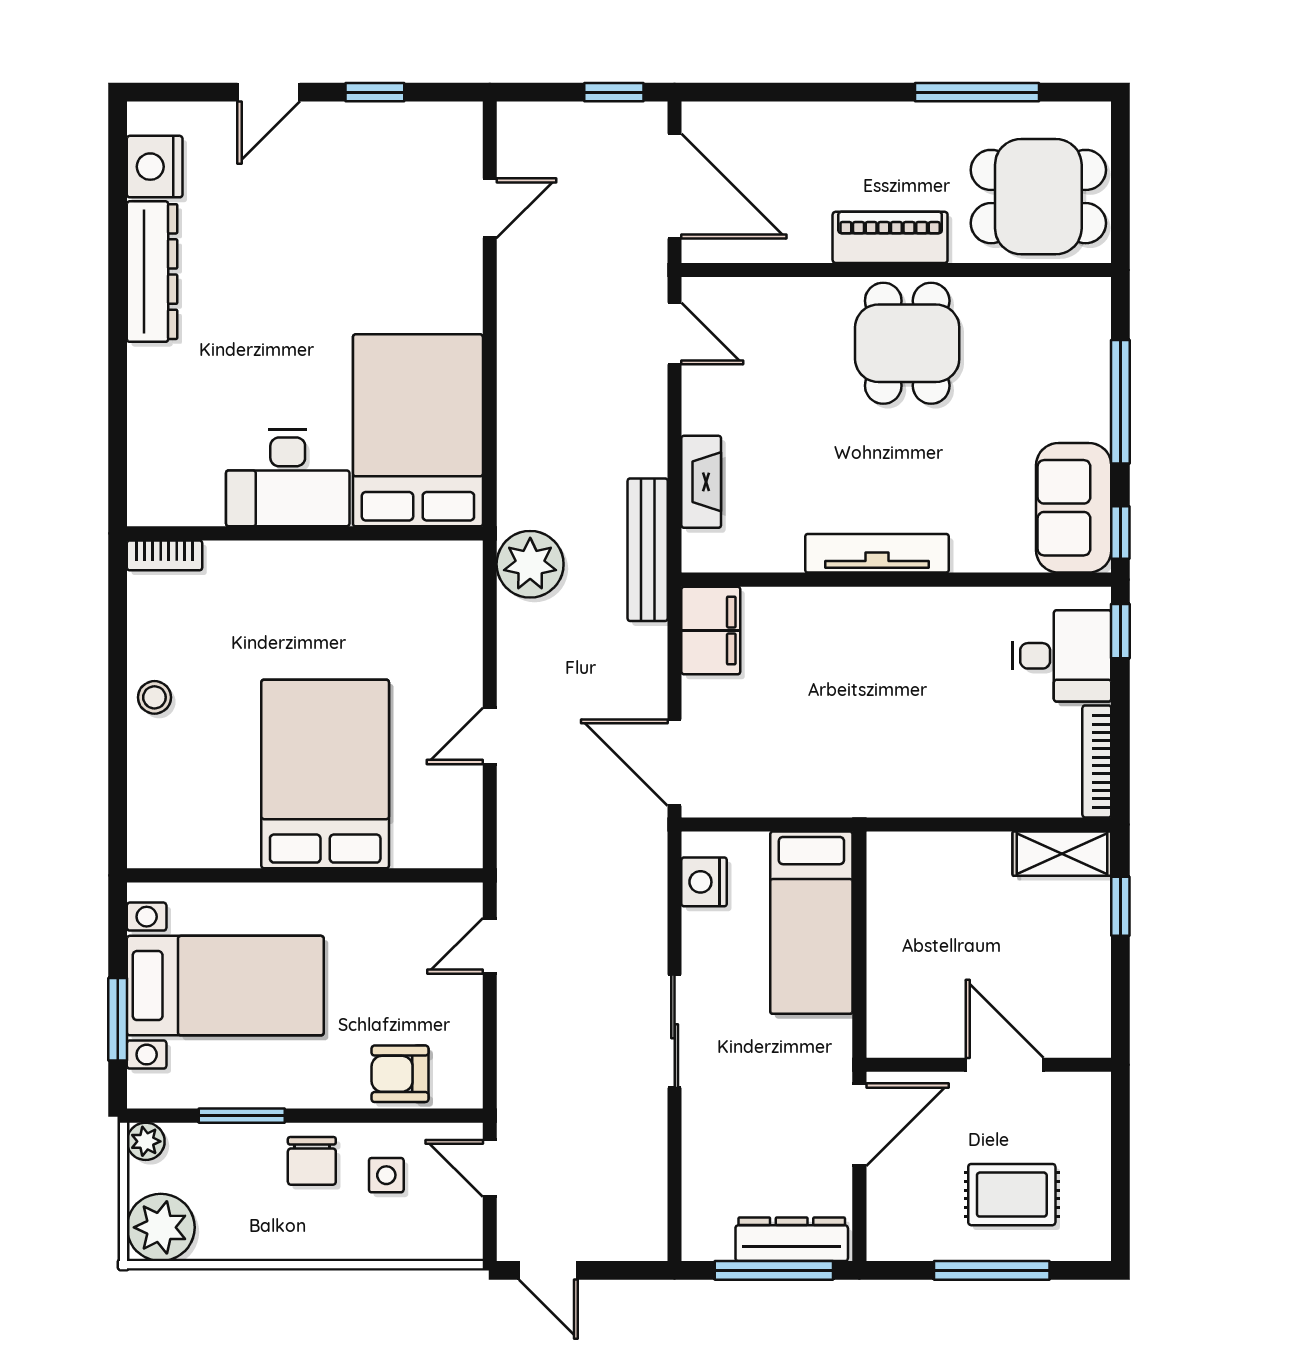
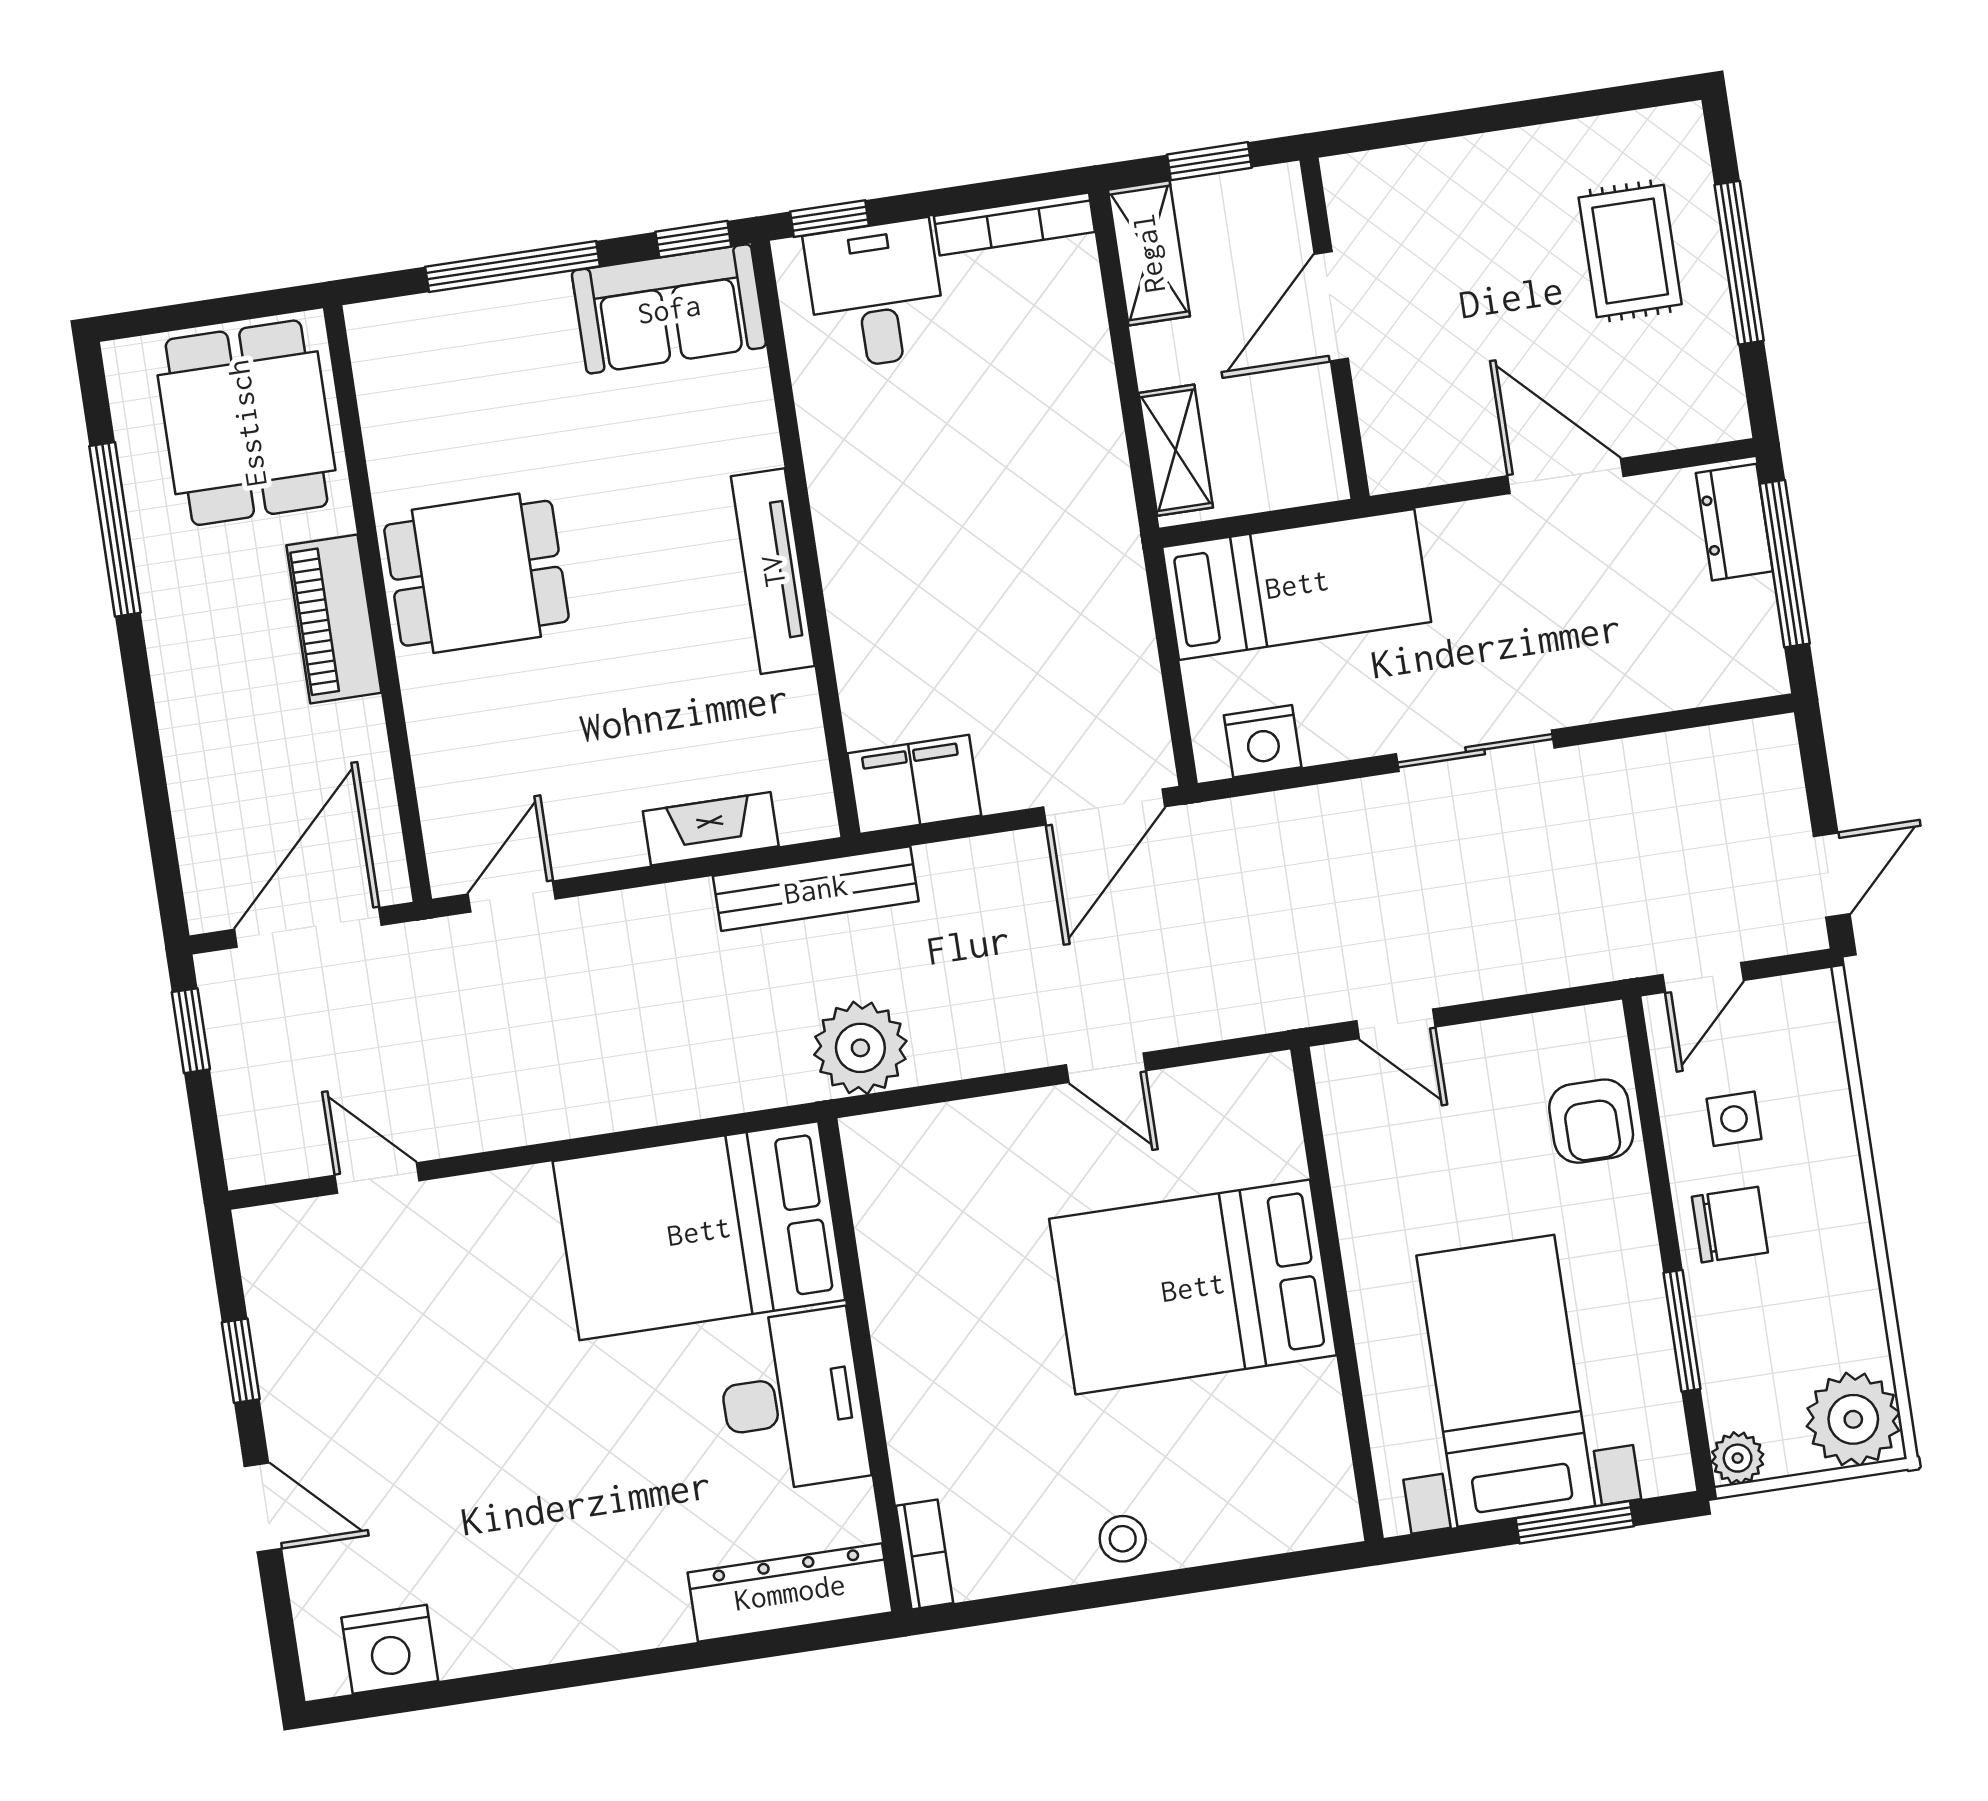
dresser: (152, 272) -> (790, 1592), moved
shelving: (919, 851) -> (1176, 450), added
wall: (989, 1065) -> (1335, 328), moved
door: (1005, 1065) -> (1331, 306), moved
dresser: (792, 1239) -> (1734, 522), width x0.70

